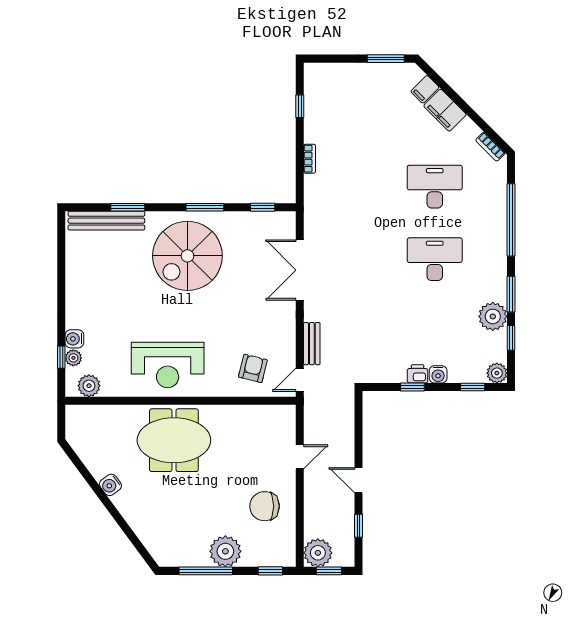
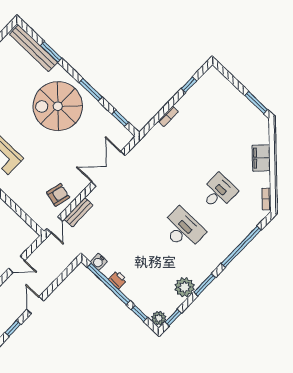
filing cabinet: (425, 89) -> (261, 137), removed
desk: (435, 187) -> (219, 192), width x0.73
window: (511, 338) -> (173, 318), moved
armchair: (253, 368) -> (58, 195), moved
water cooler: (438, 374) -> (99, 262), moved
door: (300, 380) -> (54, 225), swing flipped
window: (412, 387) -> (109, 284), width x3.17

